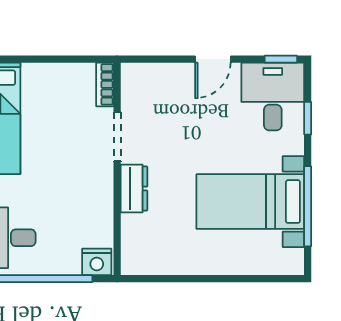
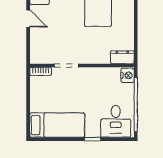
dresser: (134, 189) -> (122, 57), moved

